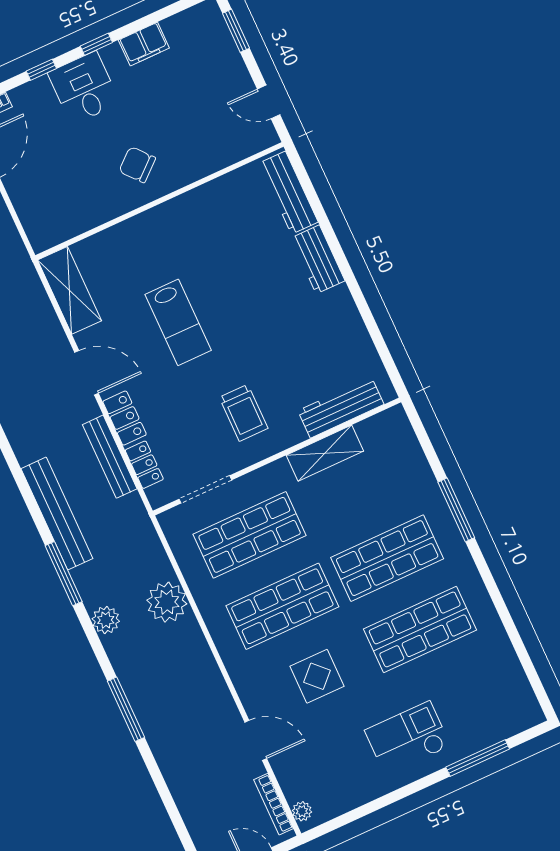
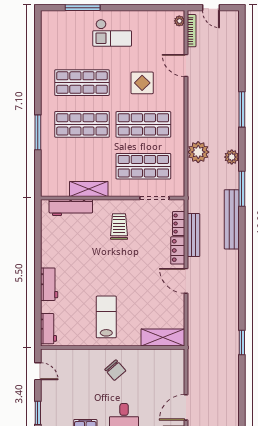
workbench: (288, 193) -> (48, 329), width x0.73
shelving: (70, 290) -> (163, 338), moved, turned 90
lab bench: (178, 322) -> (106, 317), moved

